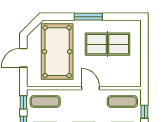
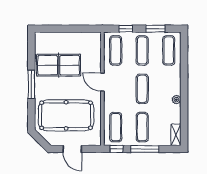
table tennis table: (108, 44) -> (59, 65), turned 90
door: (90, 88) -> (102, 82), hinge flipped

